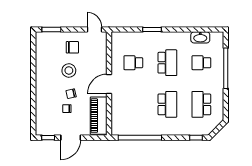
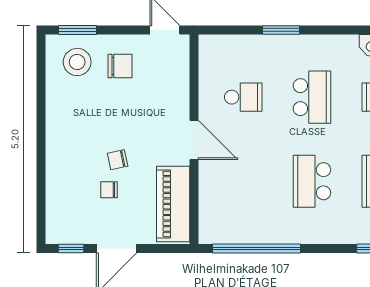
school desk: (133, 63) -> (243, 97), turned 180
stool: (69, 70) -> (77, 62), moved
door: (109, 84) -> (194, 140), swing flipped
school desk: (167, 104) -> (312, 181), turned 180

